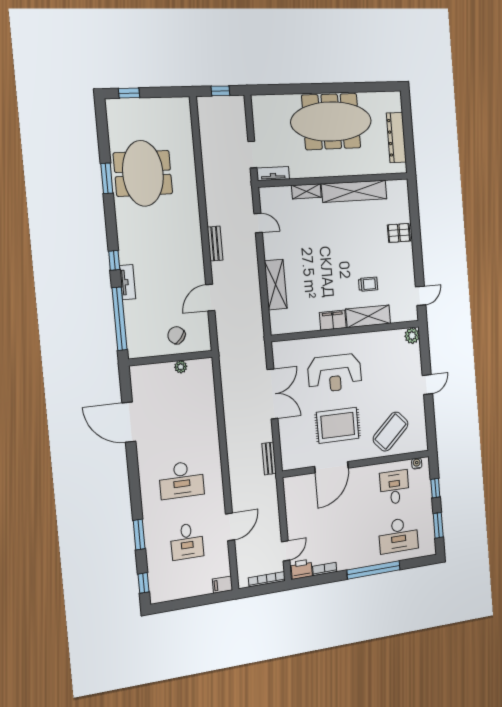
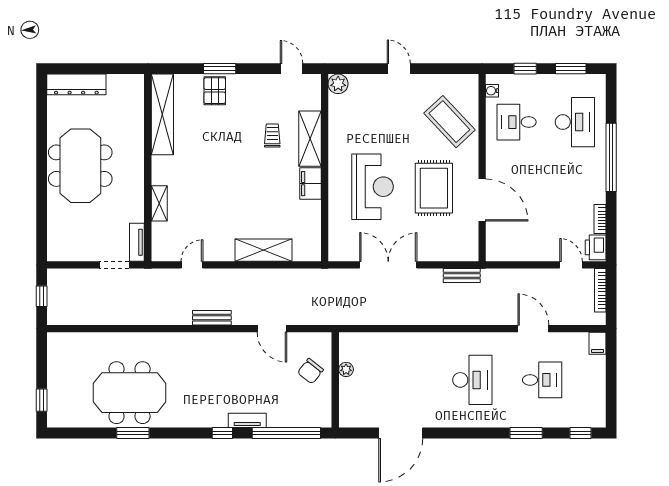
meeting table: (331, 122) -> (80, 166), width x0.73
dresser: (396, 138) -> (76, 84), moved
shelving: (354, 191) -> (162, 114), moved
window: (416, 236) -> (220, 69), added

